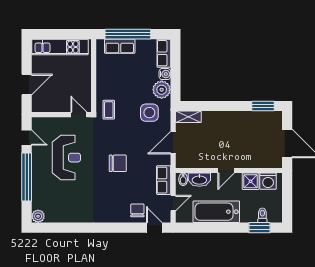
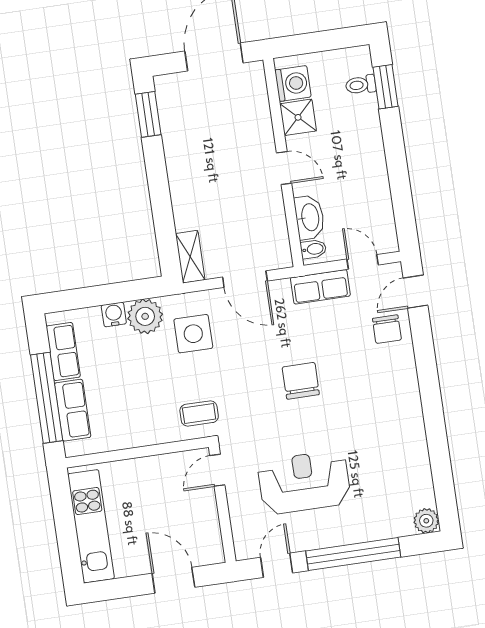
row of seats: (164, 53) -> (63, 352), moved, turned -90
chair: (137, 210) -> (387, 329), turned -90
bathtub: (216, 212) -> (367, 175), removed

